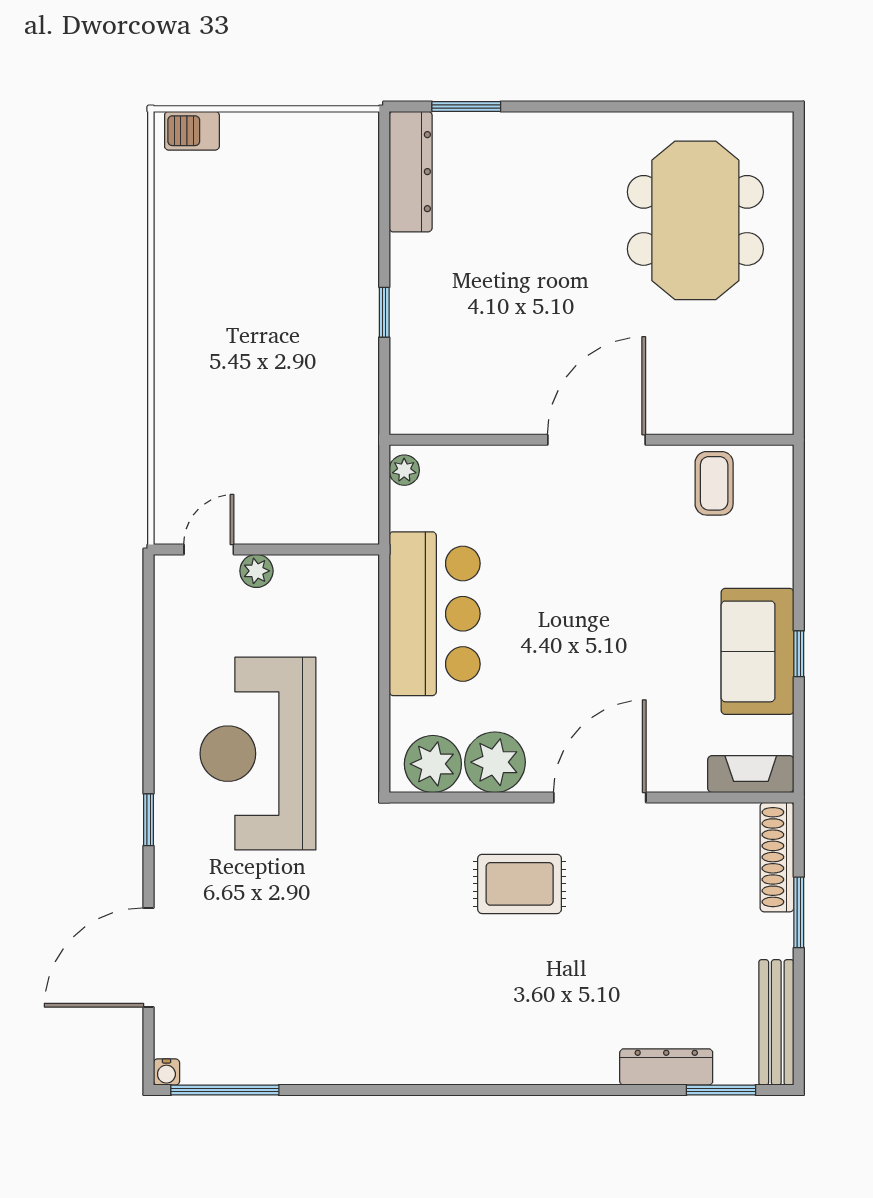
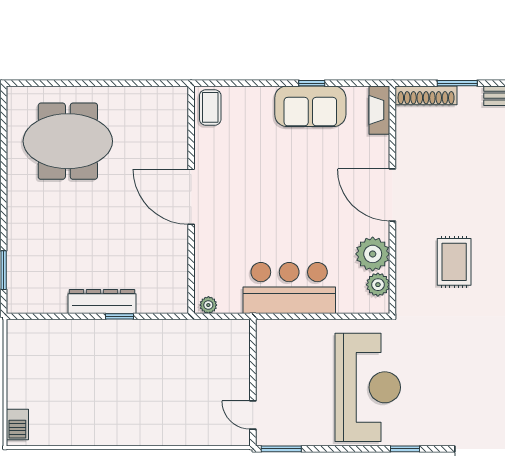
dresser: (411, 172) -> (102, 301), moved
coffee table: (714, 483) -> (210, 107), moved, turned 90
plant: (256, 571) -> (265, 388), removed
window: (148, 600) -> (281, 449), added
reception desk: (258, 754) -> (368, 387), turned -90
plant: (433, 764) -> (378, 285), width x0.73, depth x0.73
rug: (520, 884) -> (454, 262), moved

